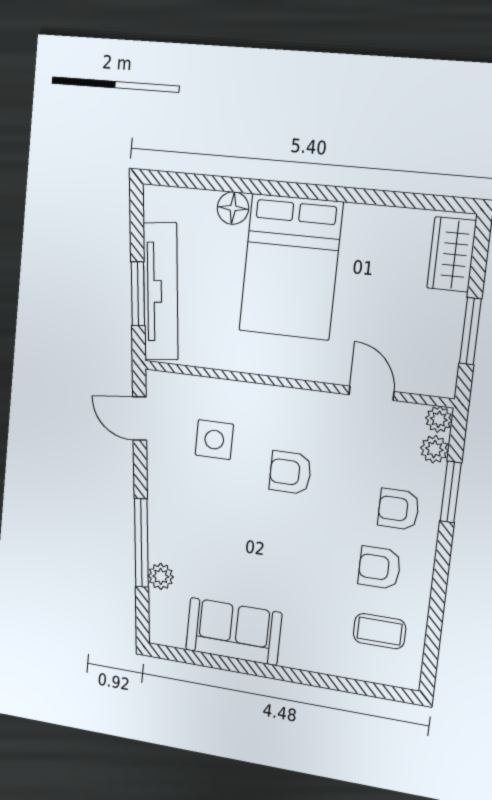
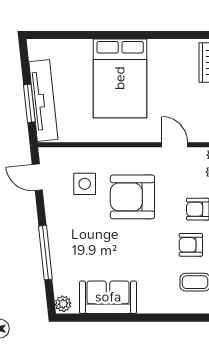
floor lamp: (233, 208) -> (83, 48), removed
armchair: (290, 473) -> (132, 197), width x1.88, depth x1.88
plant: (161, 576) -> (63, 304), moved

